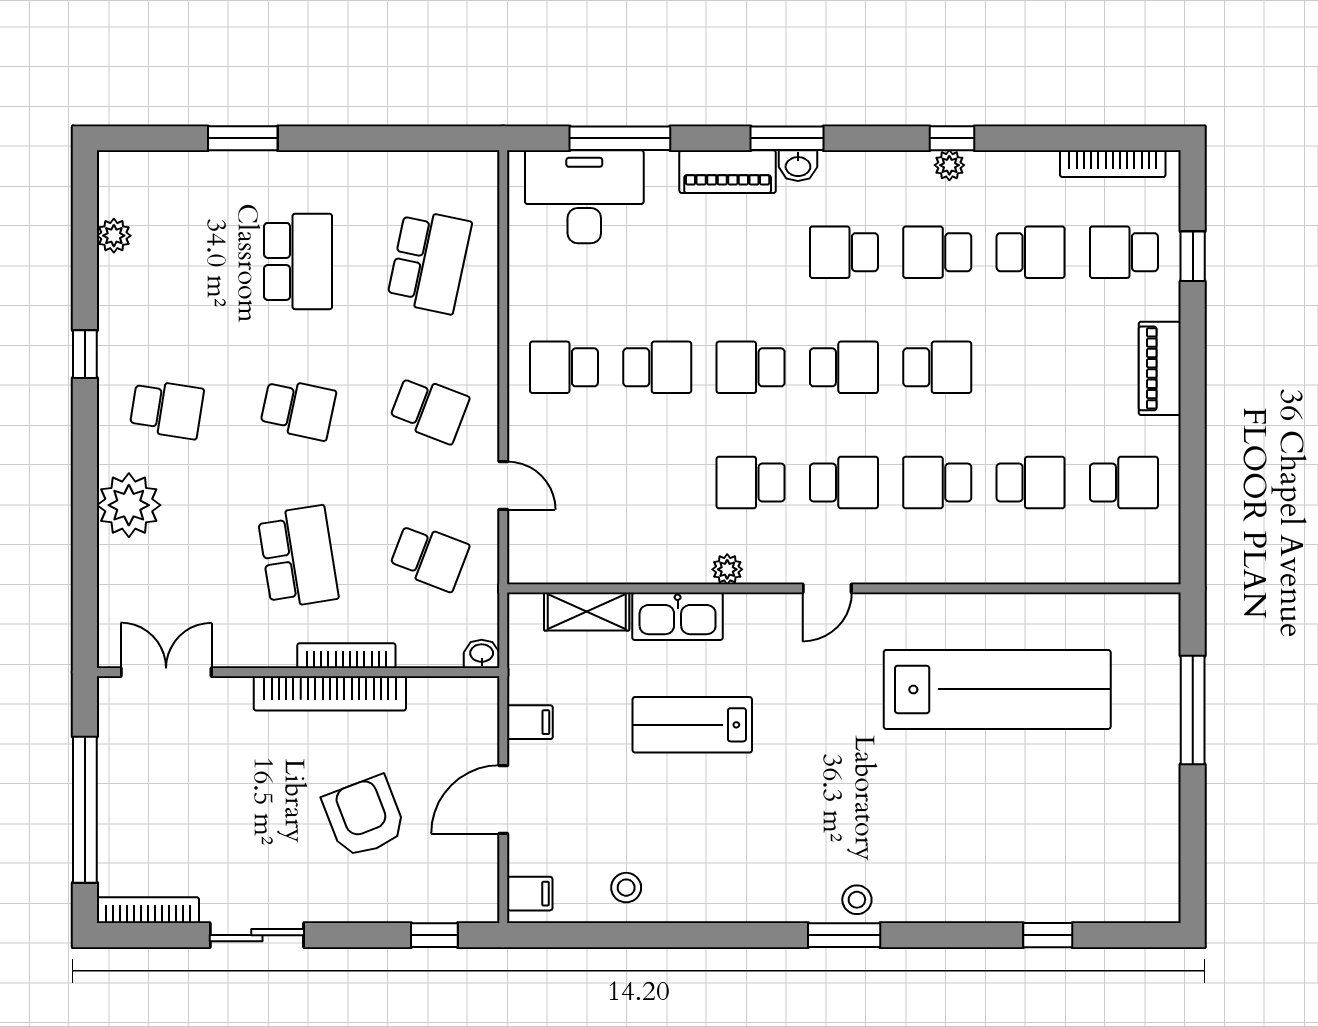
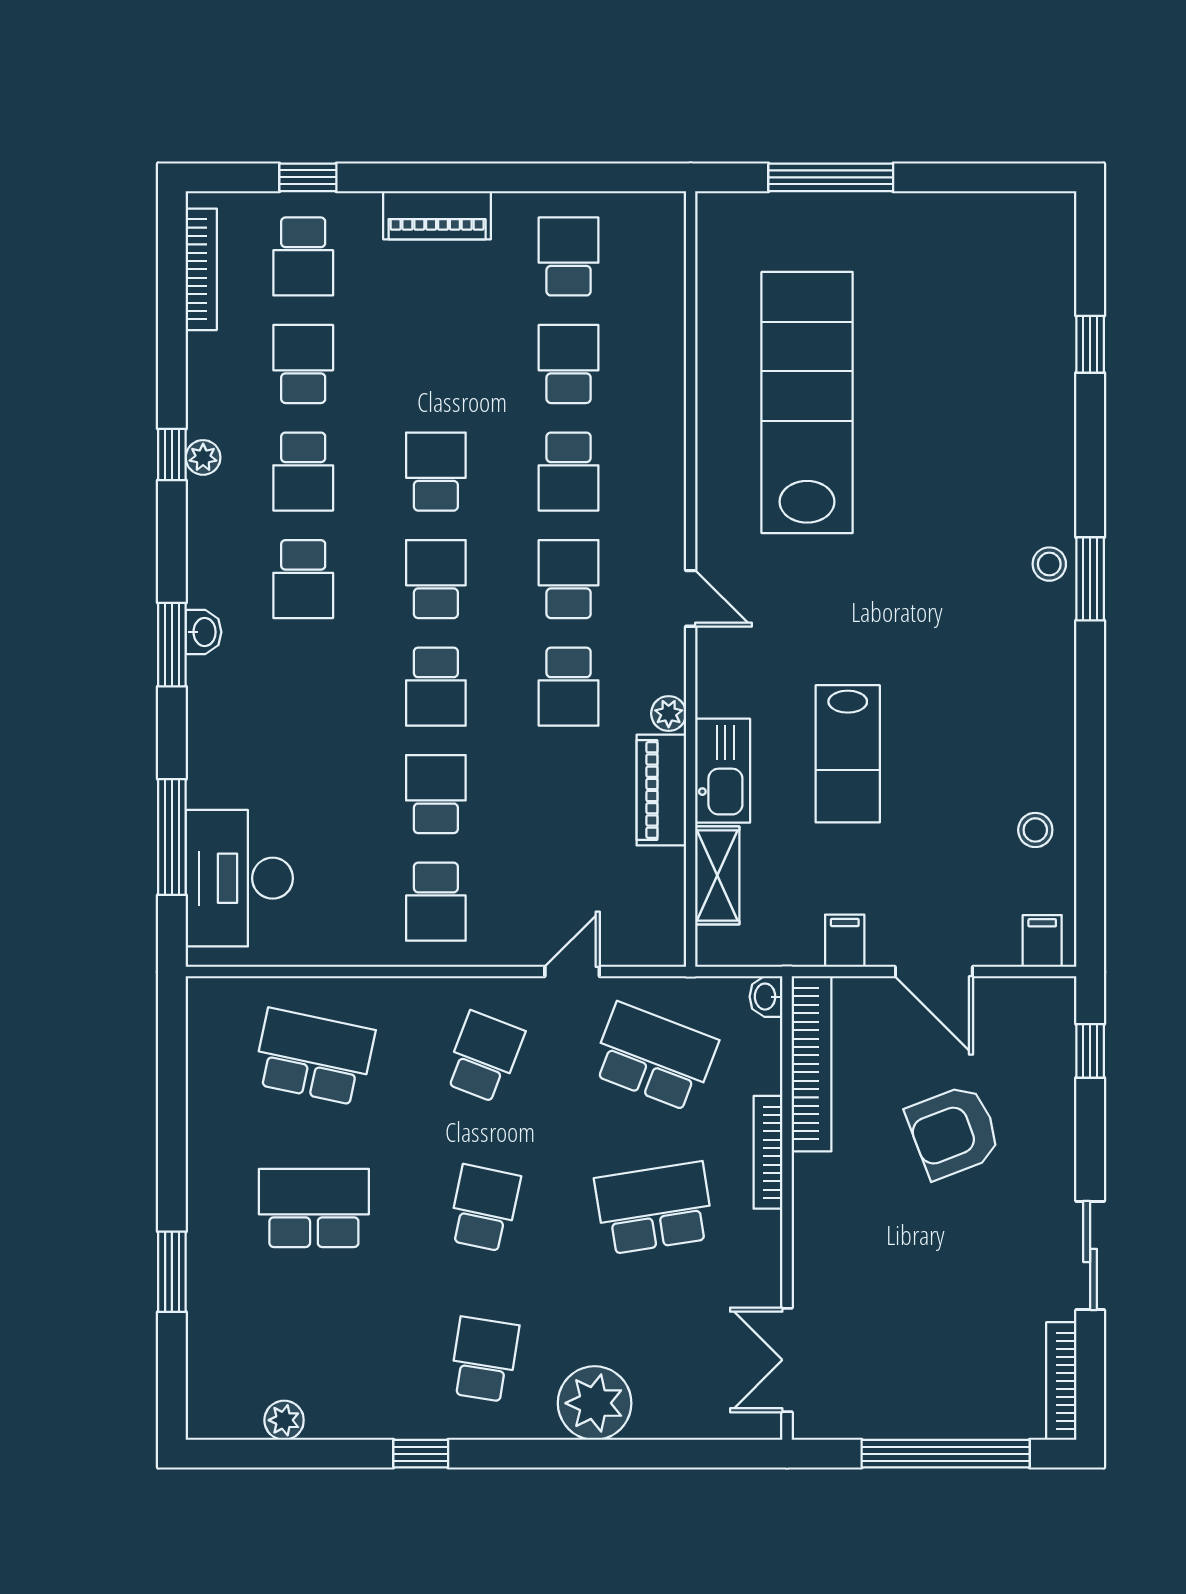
piano: (728, 172) -> (661, 790), moved, turned 180
school desk: (429, 557) -> (654, 1057), width x1.85
bookcase: (330, 693) -> (812, 1064), moved

